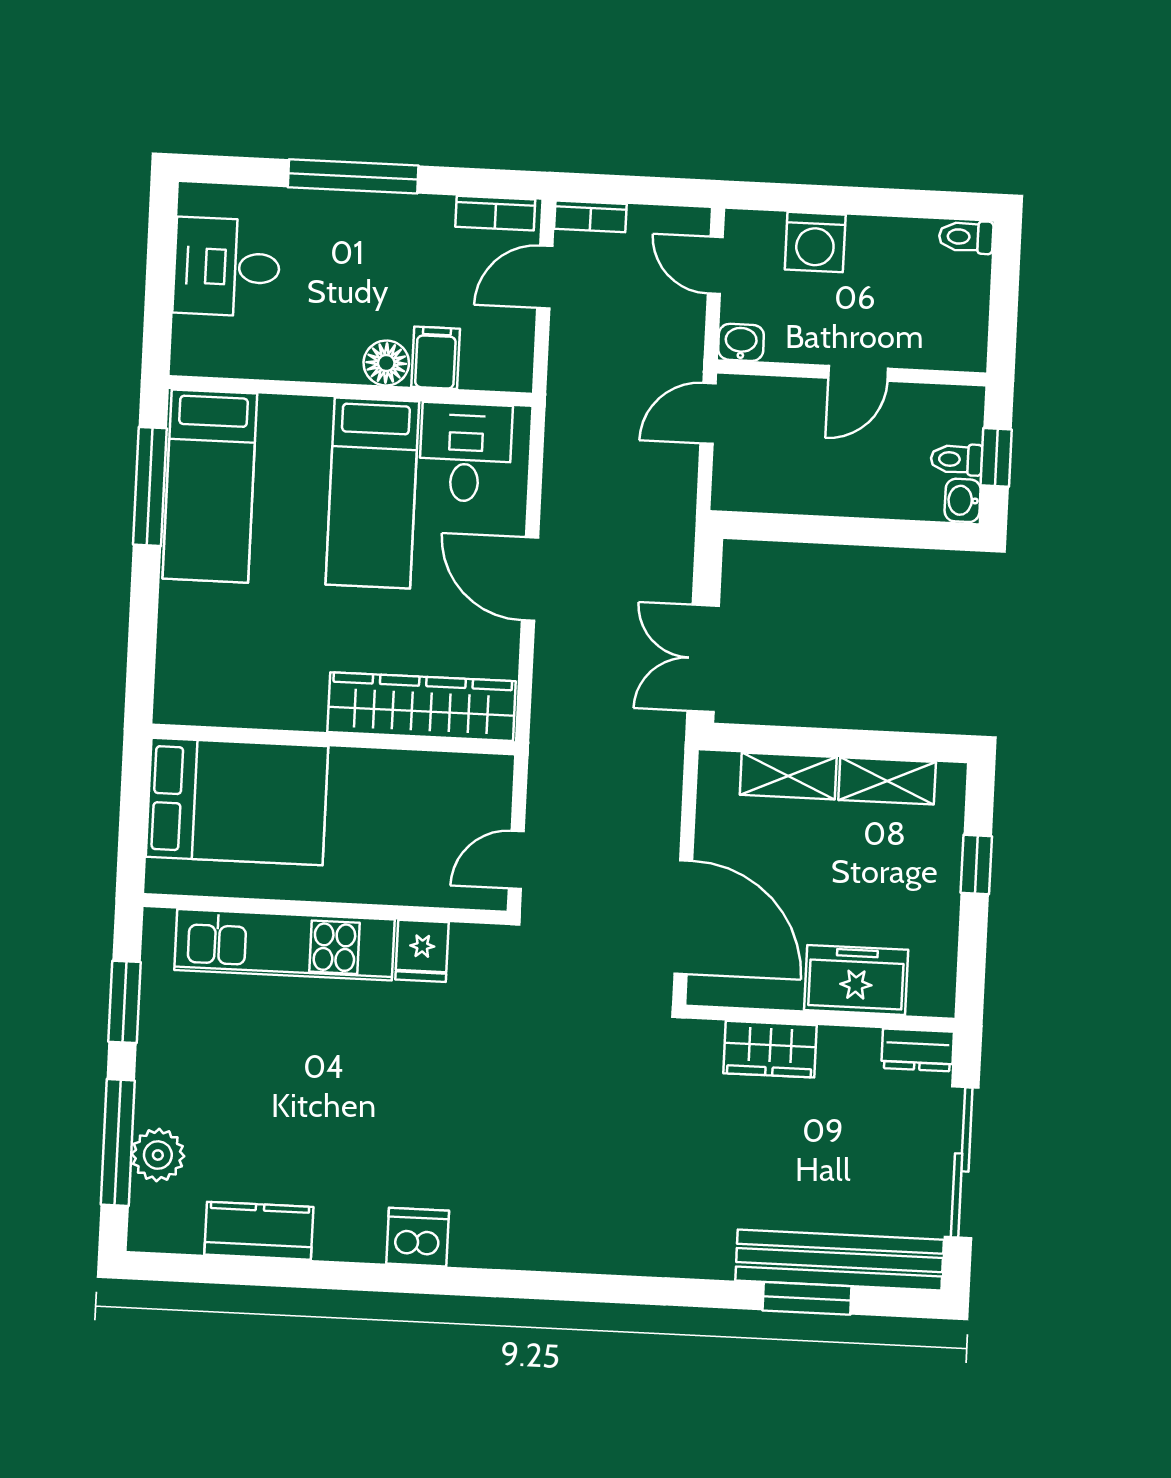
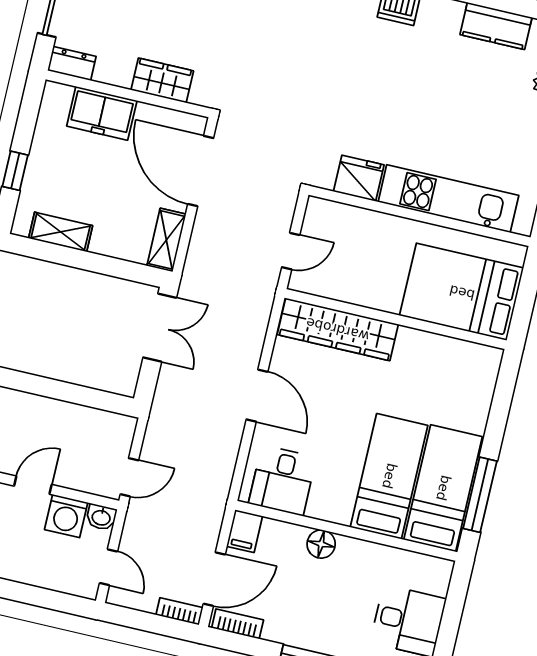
washing machine: (815, 242) -> (66, 516), moved, turned 180
door: (545, 277) -> (214, 579), width x1.38
filing cabinet: (436, 358) -> (245, 531), moved
bed: (372, 493) -> (389, 476), moved
shelving: (788, 776) -> (166, 240), moved, turned 90
door: (516, 860) -> (291, 251), moved
fridge: (422, 951) -> (359, 178), width x1.38

